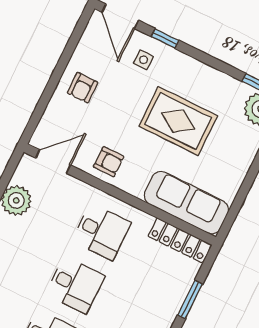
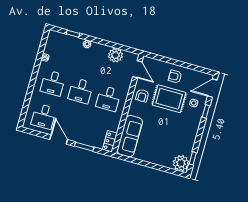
rug: (178, 121) -> (169, 99), moved, turned 90
locker: (180, 240) -> (110, 141), width x0.66

